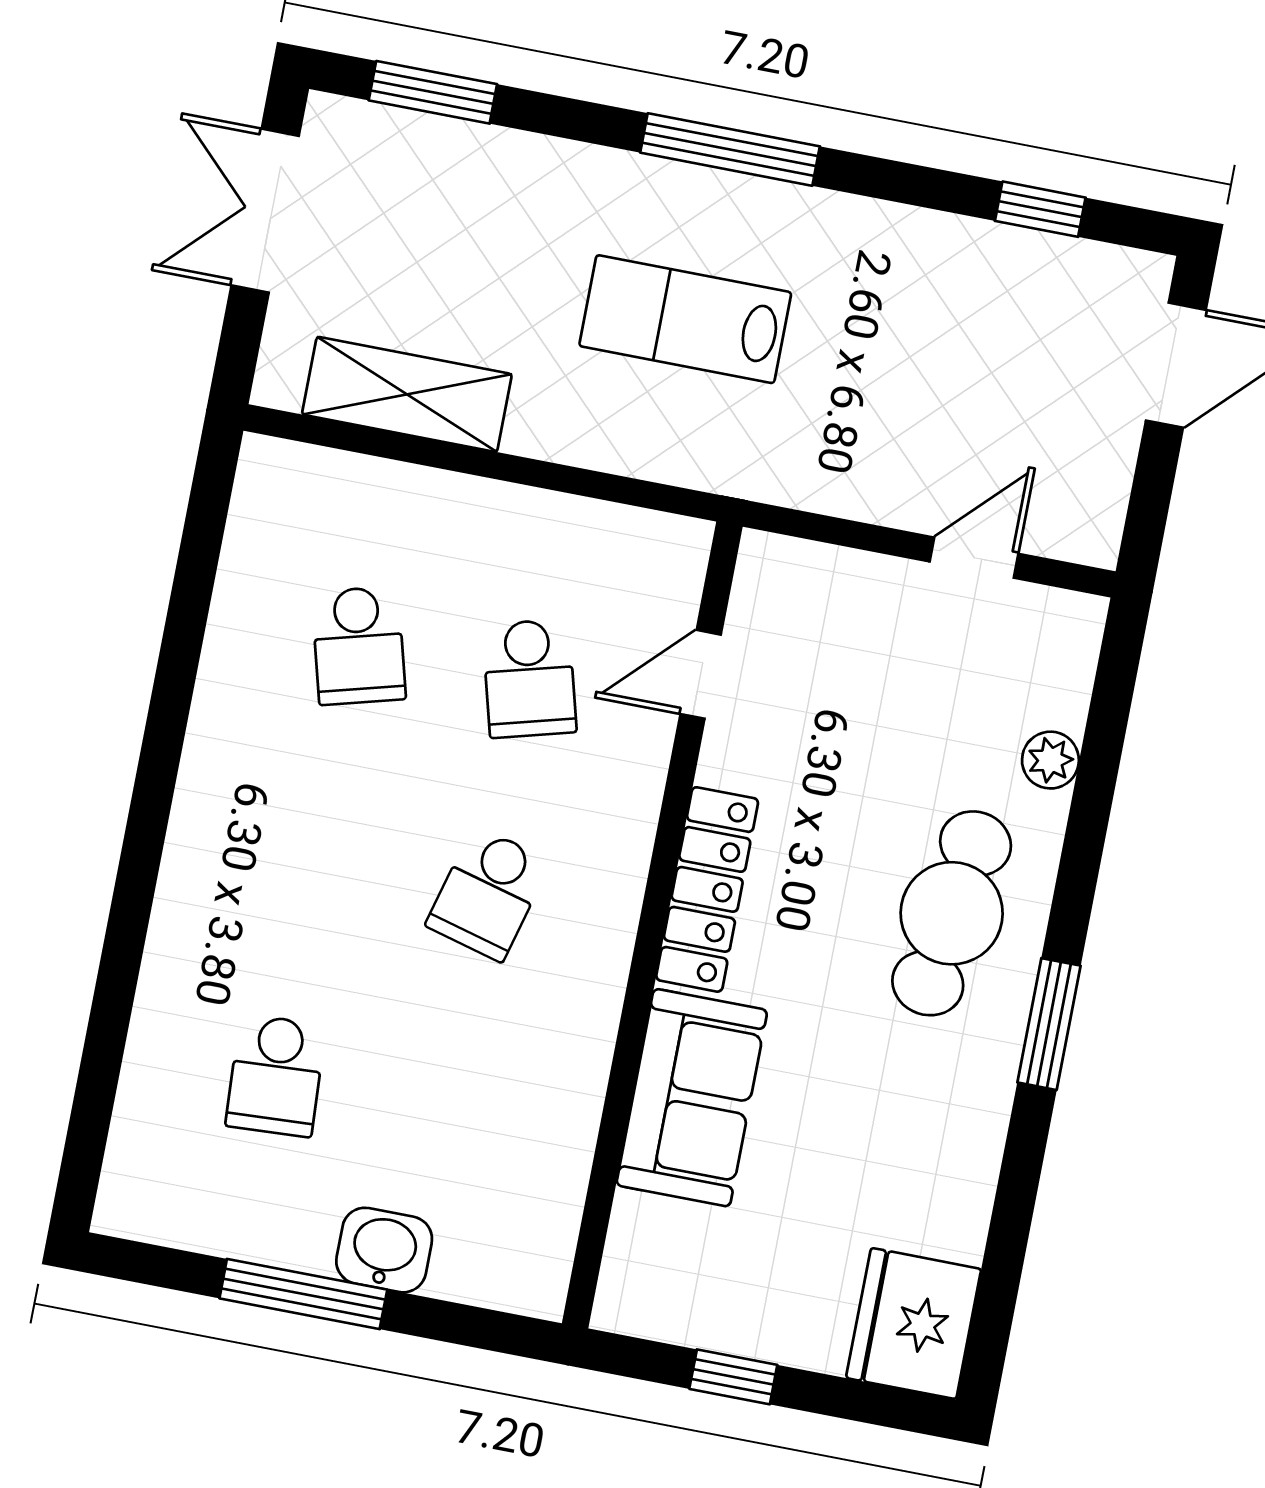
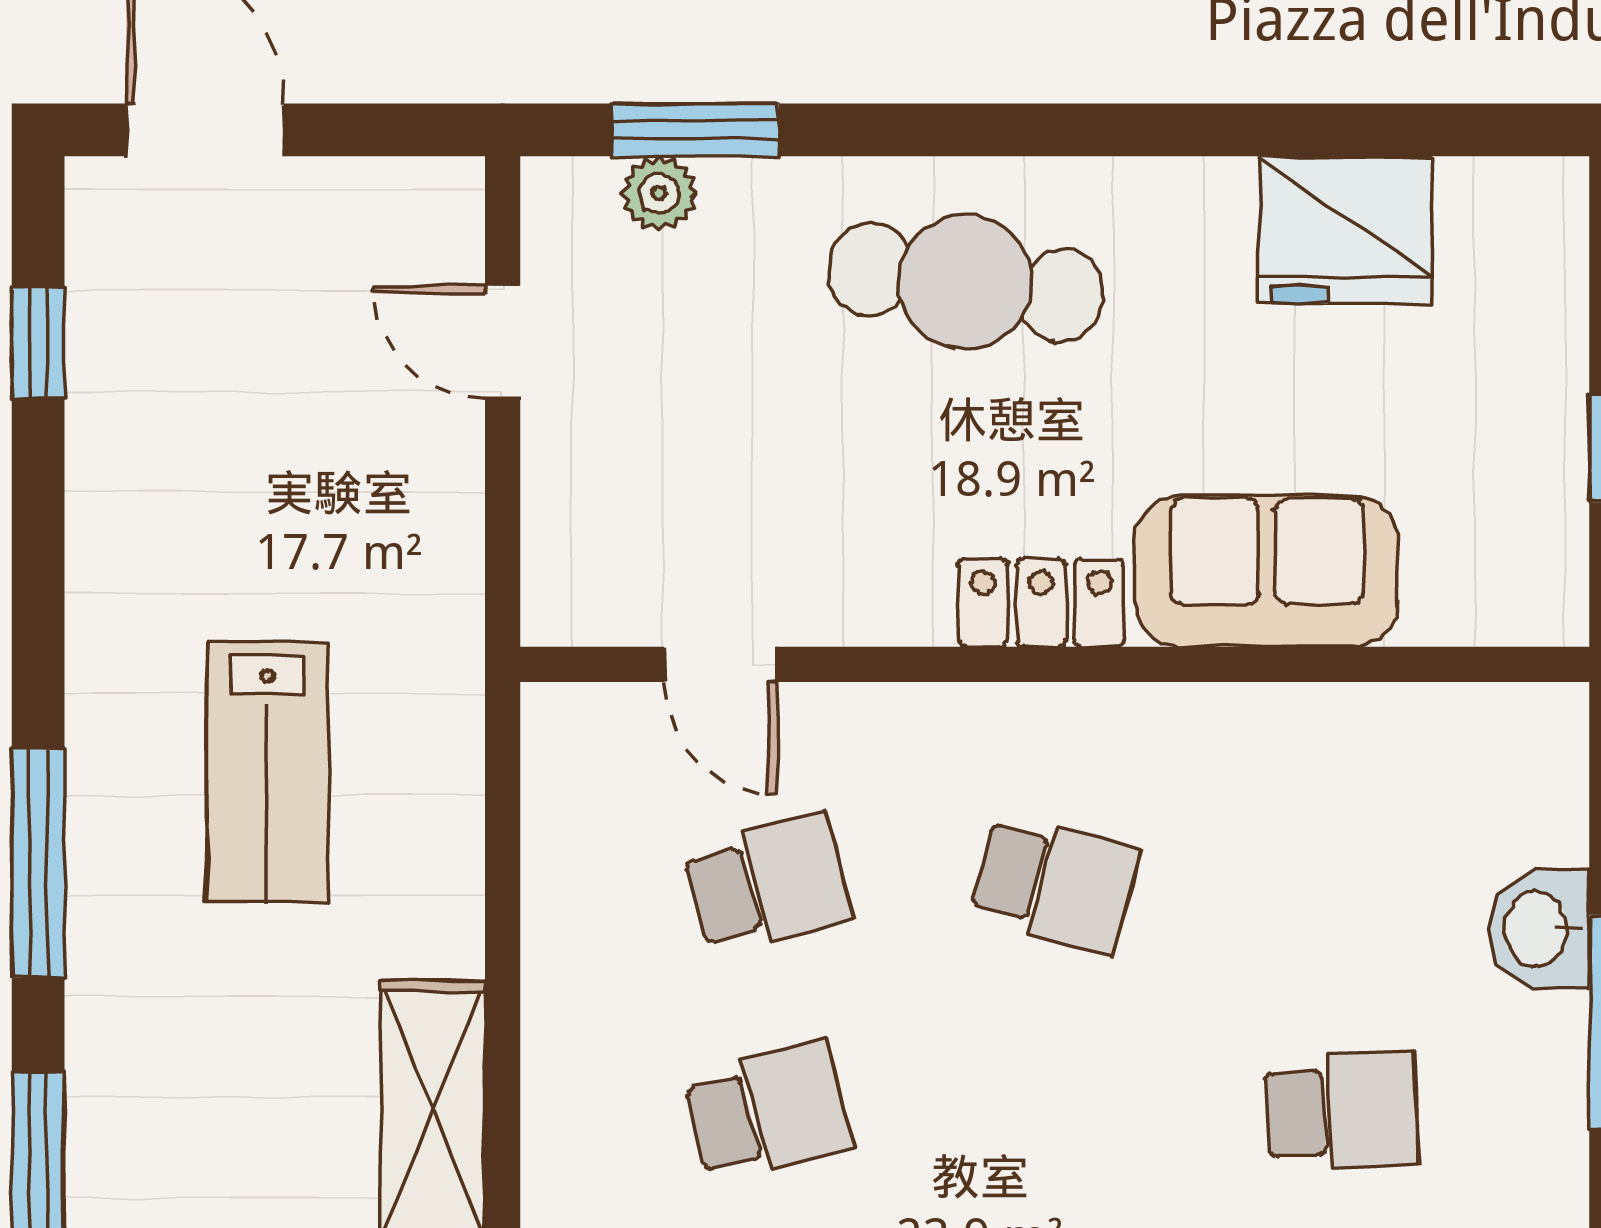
window: (730, 149) -> (38, 863), moved
plant: (1050, 760) -> (659, 193), moved
locker: (707, 889) -> (1041, 603), width x0.66
window: (1049, 1024) -> (695, 130), moved
fridge: (914, 1323) -> (1345, 230), moved

